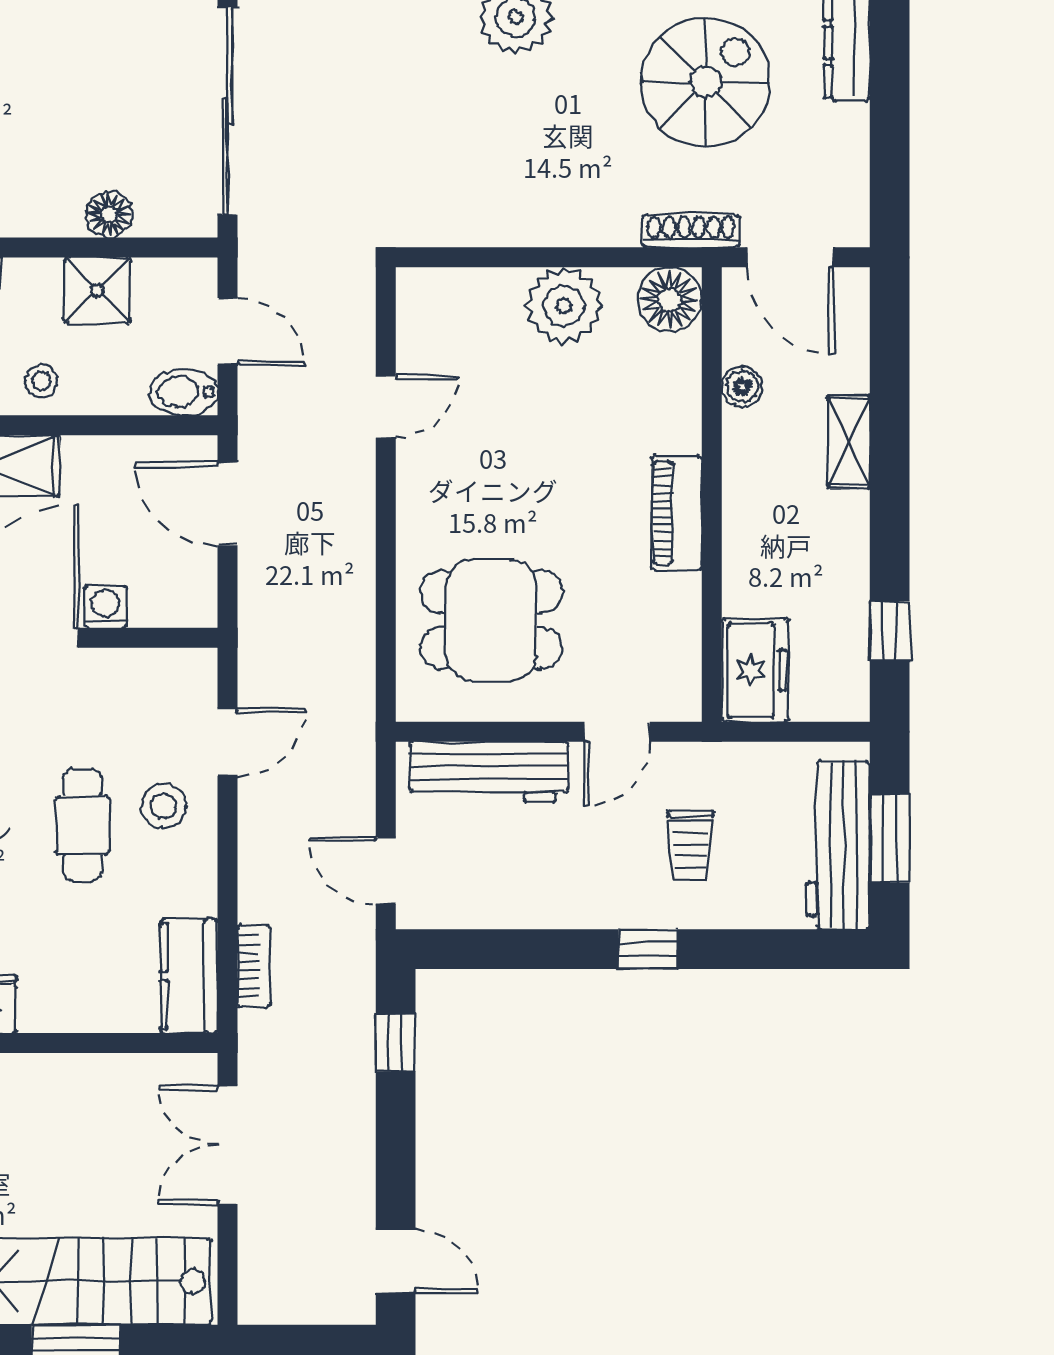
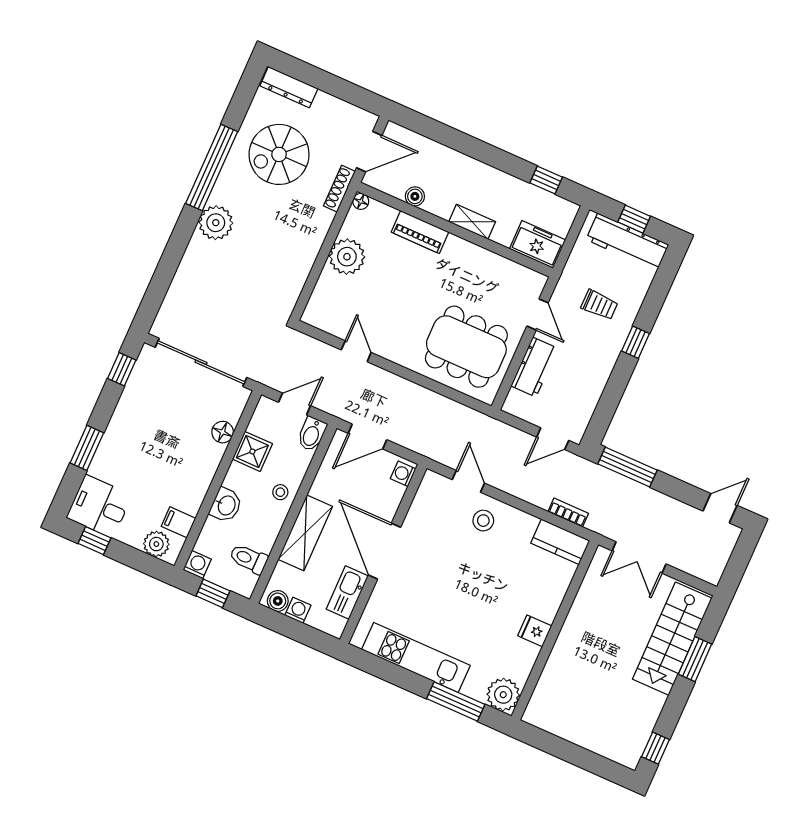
spiral stairs: (706, 82) -> (279, 154), turned -90
floor lamp: (670, 300) -> (361, 201), width x0.53, depth x0.53
shelving: (849, 442) -> (472, 222), moved
piano: (676, 513) -> (420, 232), moved
washing machine: (105, 607) -> (403, 474), moved
dining table: (491, 620) -> (466, 347), width x1.38
workbench: (489, 772) -> (534, 367), width x0.73
cafe table: (82, 825) -> (476, 559), removed
window: (890, 838) -> (634, 219), width x0.67
window: (396, 1043) -> (627, 467), width x2.17

